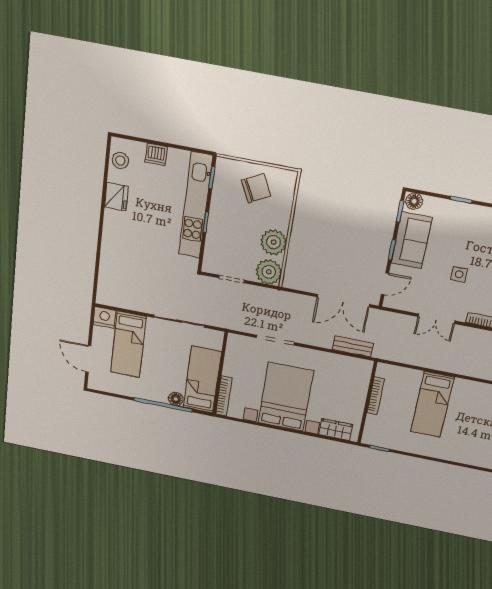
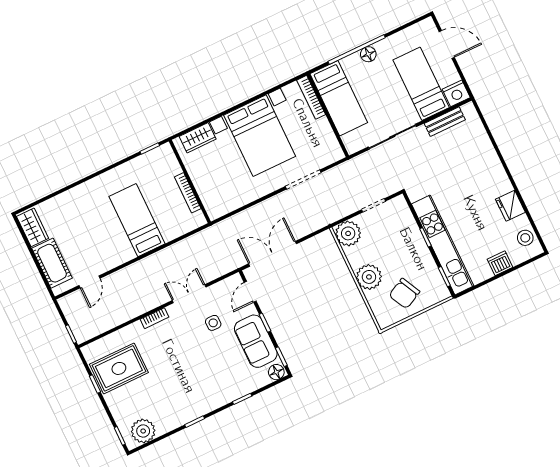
plant: (274, 242) -> (369, 277), moved
side table: (459, 274) -> (213, 323), moved
bench: (353, 347) -> (445, 122), moved
floor lamp: (176, 399) -> (368, 54), moved

